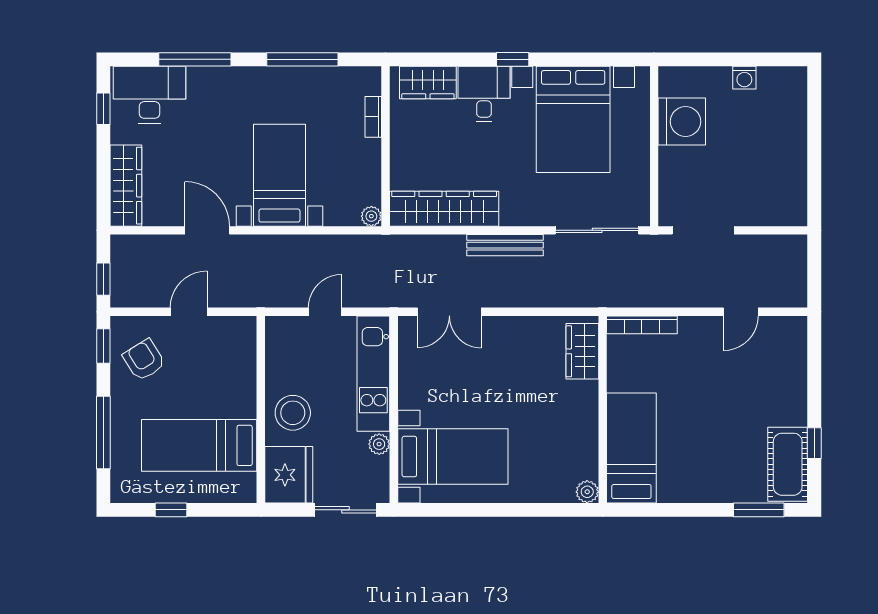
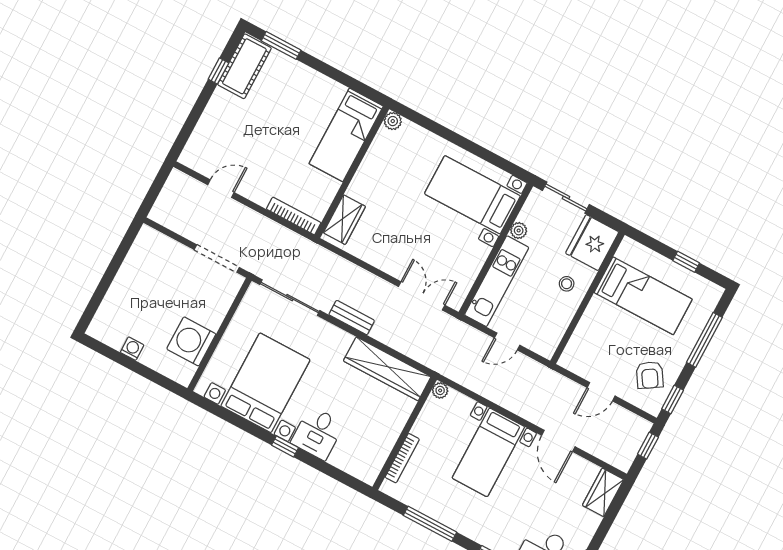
wardrobe: (428, 83) -> (352, 462), removed
bookcase: (373, 117) -> (402, 458), width x1.56
wardrobe: (126, 186) -> (603, 492), width x0.67
bench: (505, 245) -> (352, 318), width x0.73
stool: (293, 413) -> (567, 284), width x0.53, depth x0.53

